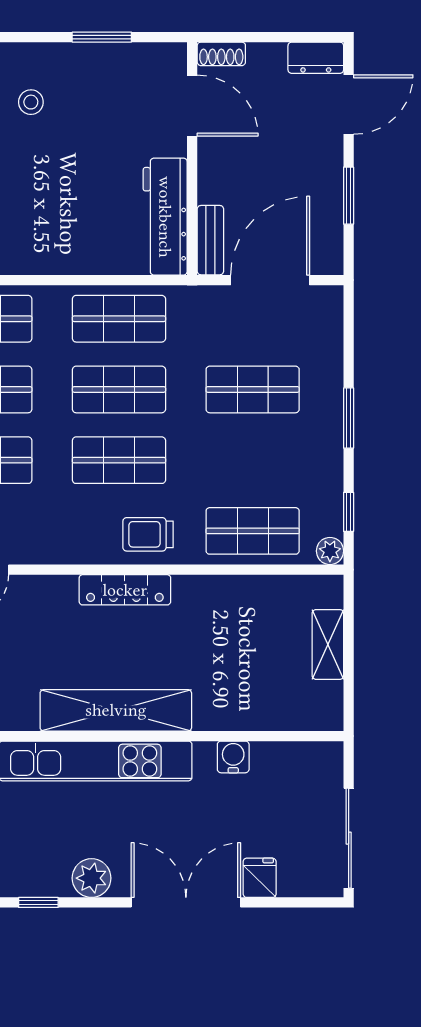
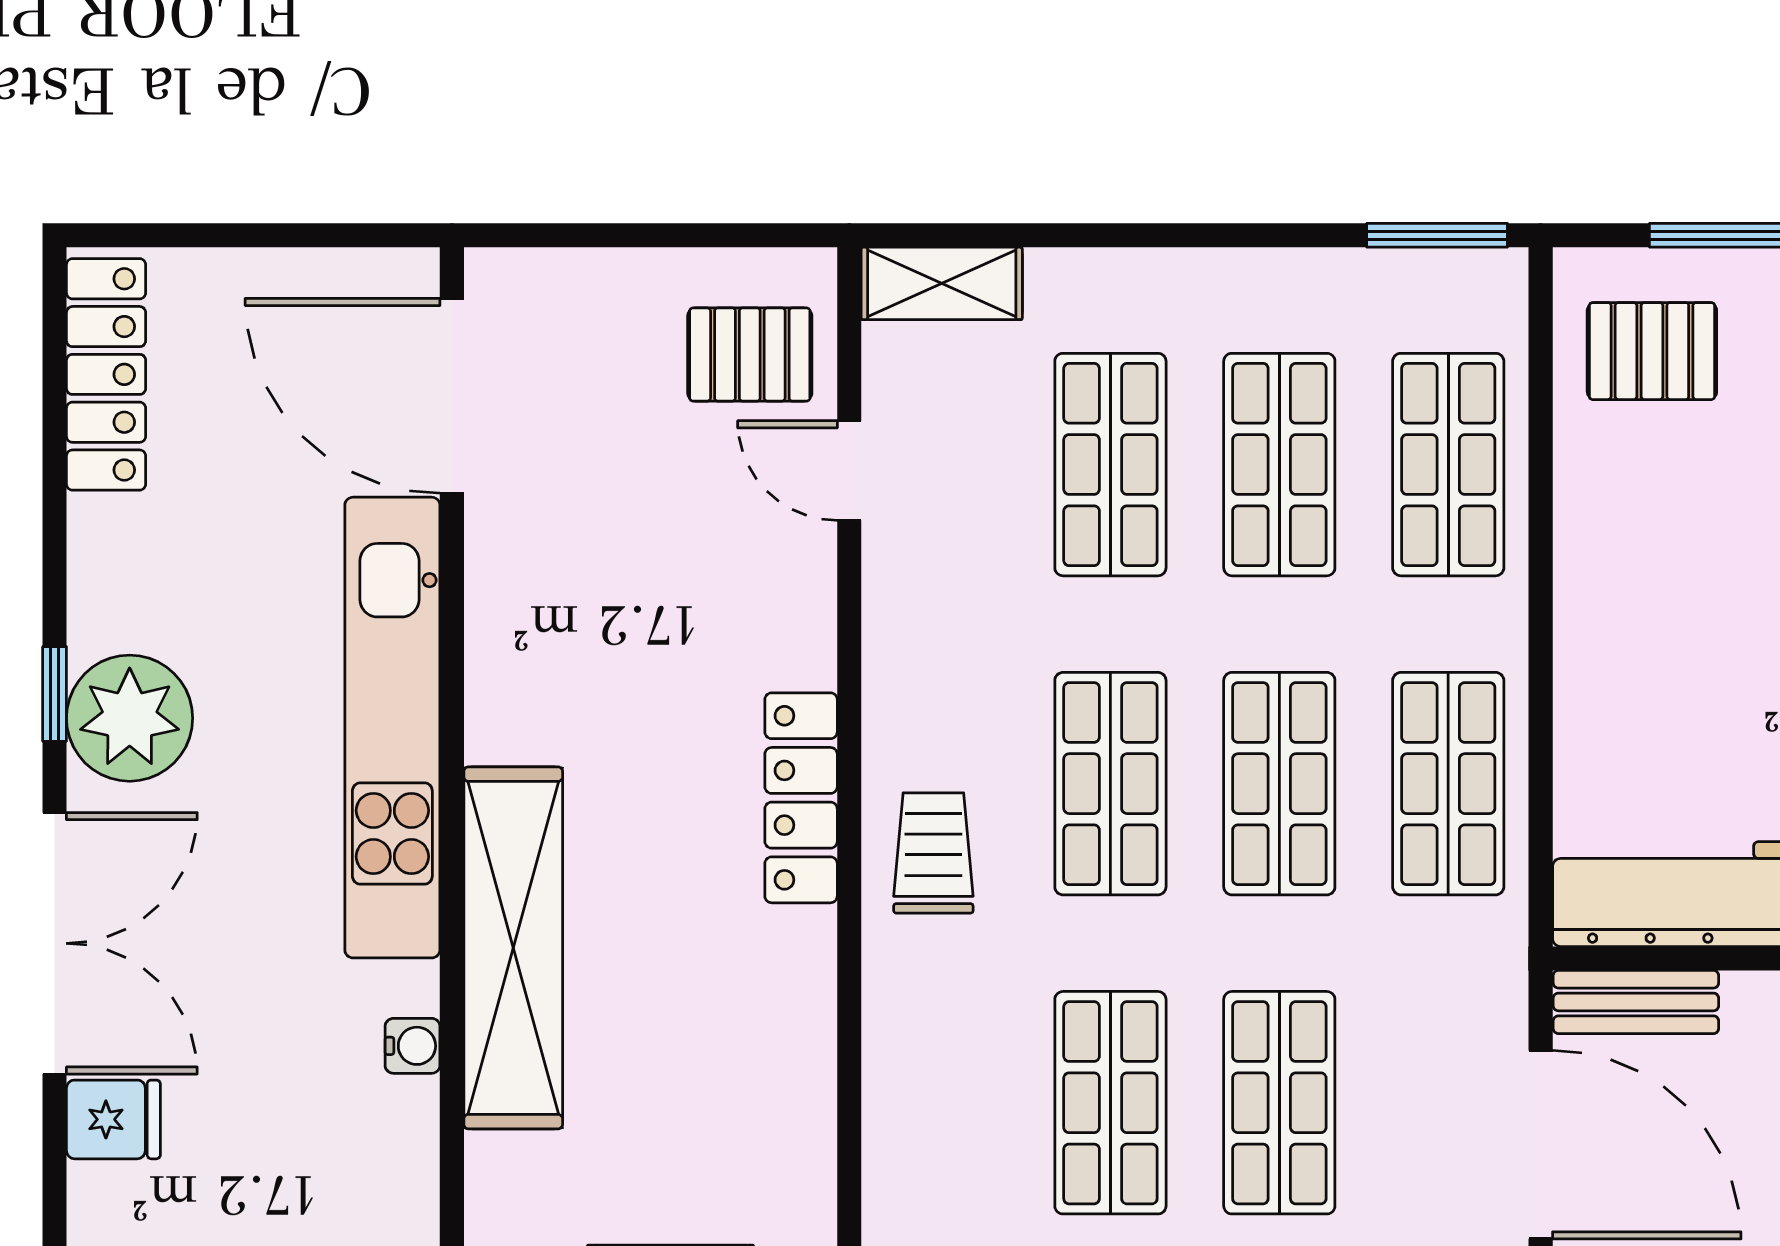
shop shelf: (253, 531) -> (1110, 1103), moved
shelving: (116, 710) -> (513, 948), moved
water cooler: (233, 757) -> (413, 1046), width x0.72, depth x0.72
plant: (92, 878) -> (130, 718), width x1.36, depth x1.36
window: (38, 902) -> (55, 694), moved

